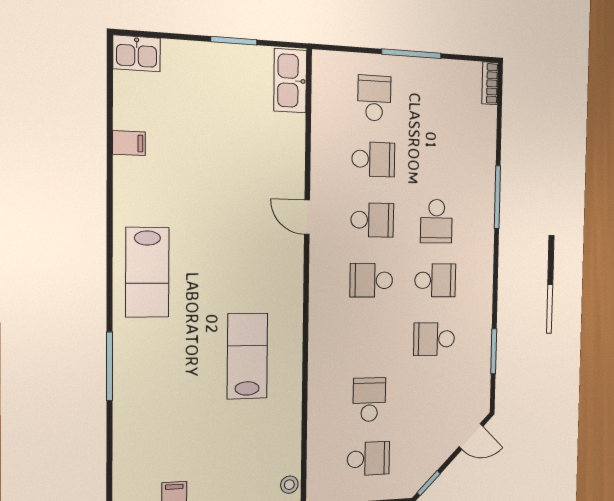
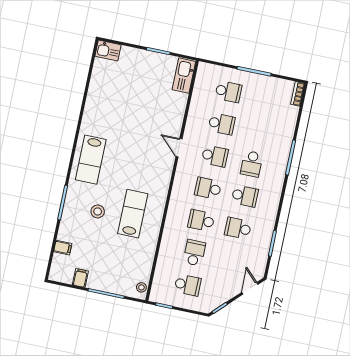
school desk: (374, 98) -> (228, 92), turned 90
filing cabinet: (129, 143) -> (63, 248), moved
school desk: (370, 340) -> (201, 221), added
stool: (181, 367) -> (98, 211), added
door: (471, 436) -> (250, 288), swing flipped

